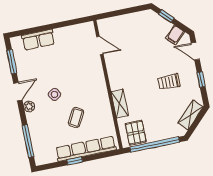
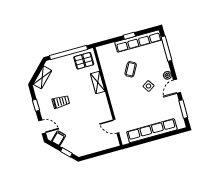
row of seats: (38, 40) -> (152, 131), width x2.02
pallet: (136, 133) -> (84, 61), turned 90
row of seats: (86, 149) -> (138, 41), moved

